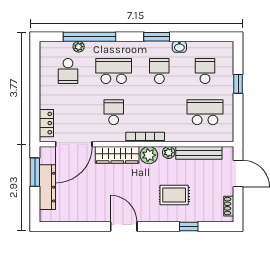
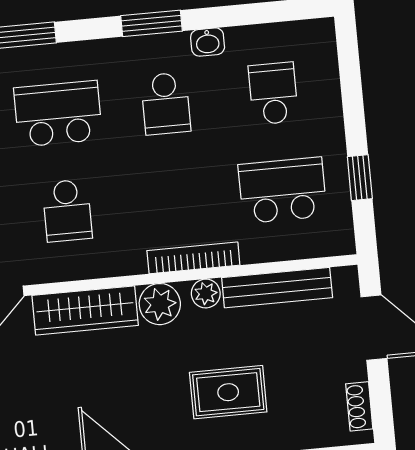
school desk: (159, 71) -> (166, 104), turned 180
window: (238, 84) -> (360, 178), moved
school desk: (114, 112) -> (67, 211), turned 180
bookcase: (145, 137) -> (193, 258), moved

